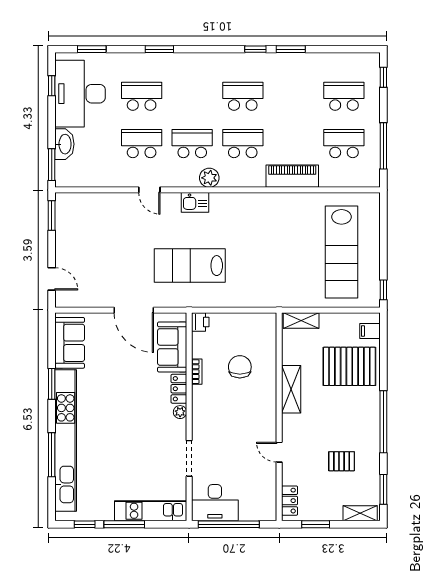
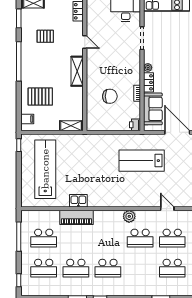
school desk: (243, 144) -> (76, 268), moved
kitchen sink: (195, 202) -> (78, 201), moved
lab bench: (190, 266) -> (142, 161), turned 180
pallet: (349, 366) -> (40, 97), width x0.73, depth x0.71
chair: (240, 367) -> (110, 96), turned -90
shelving: (291, 389) -> (77, 71), moved

